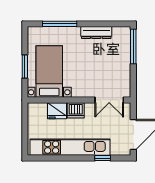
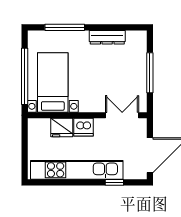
window: (133, 46) -> (150, 73), moved
window: (25, 66) -> (25, 76), width x2.11
double door: (109, 100) -> (122, 115), swing flipped

